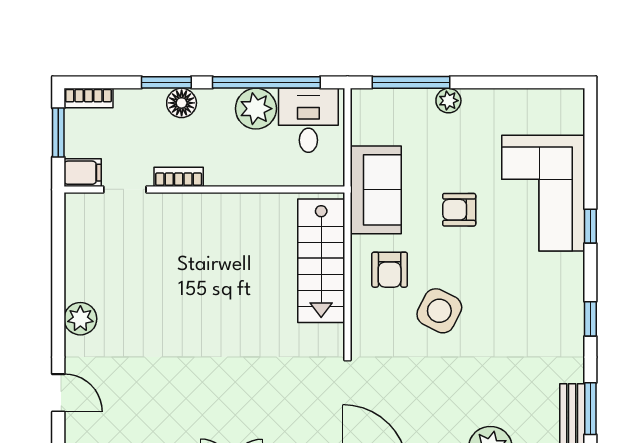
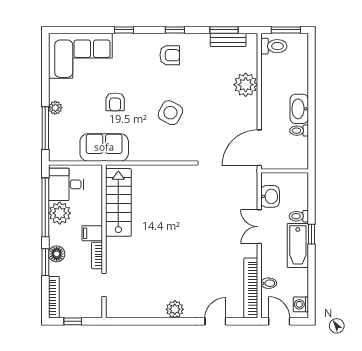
bookcase: (89, 98) -> (54, 297), width x1.56
window: (58, 132) -> (73, 321), width x0.67
filing cabinet: (83, 173) -> (92, 233), moved, turned -90
corner sofa: (543, 193) -> (80, 56), moved
stairs: (321, 261) -> (118, 202), moved, turned -90
armchair: (390, 270) -> (170, 55), moved

